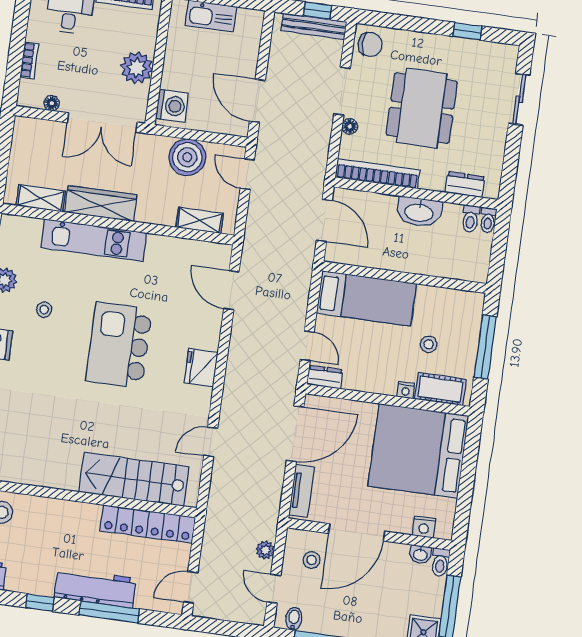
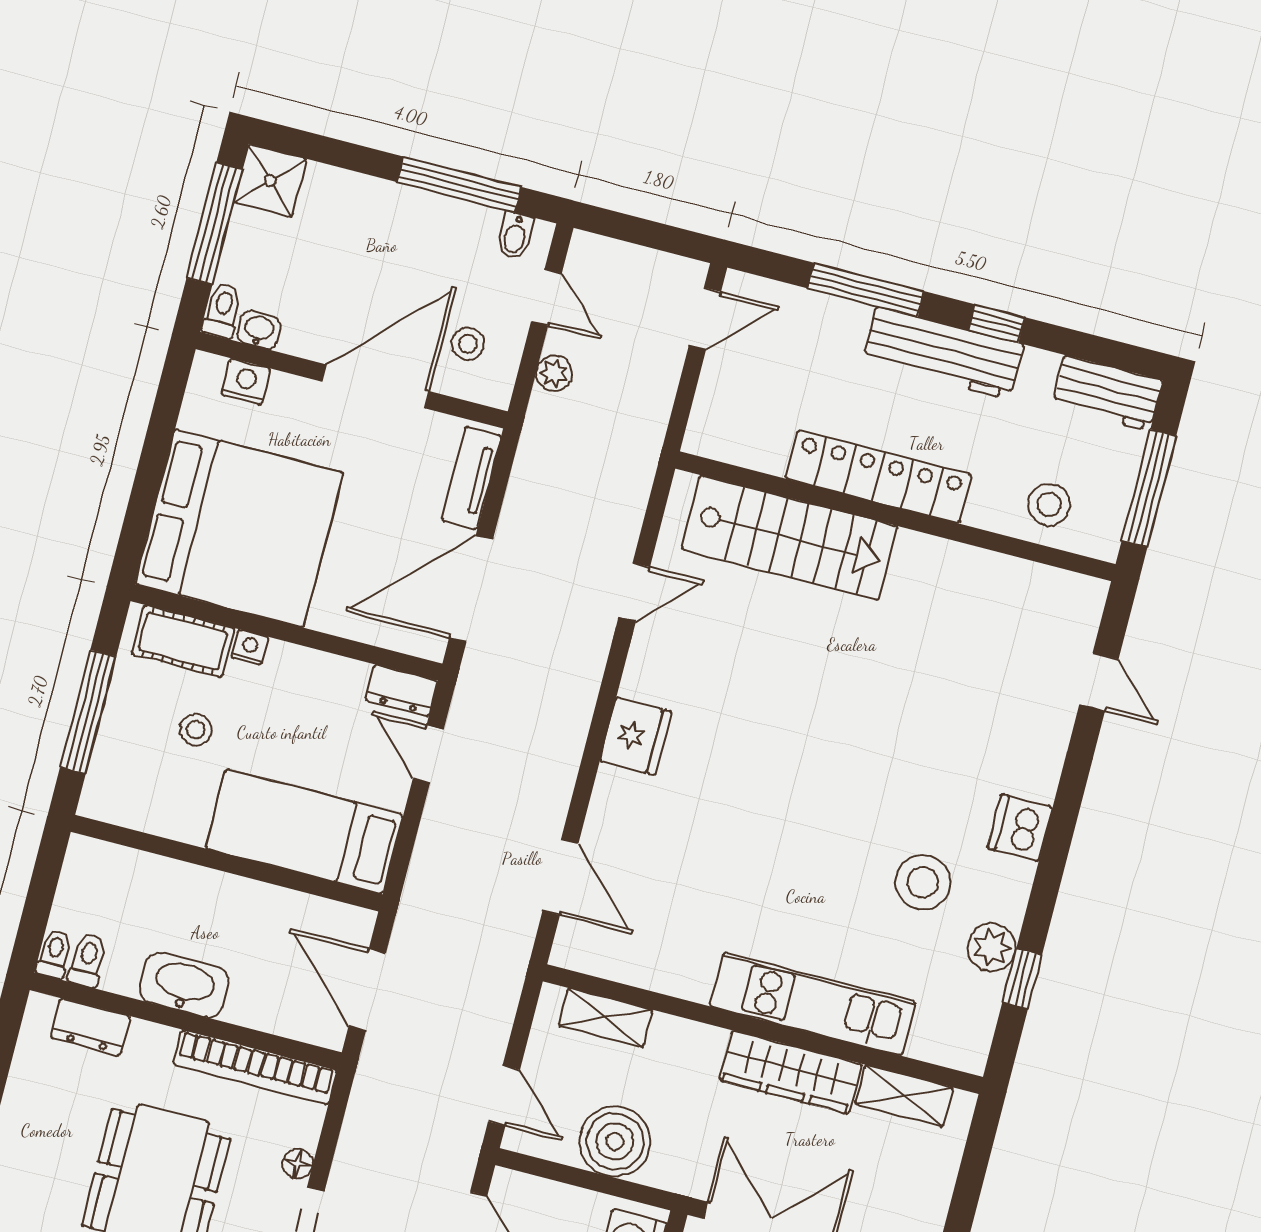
stool: (44, 310) -> (923, 882), width x1.89, depth x1.89
kitchen island: (119, 345) -> (788, 798), removed
locker: (148, 524) -> (879, 477), moved
workbench: (95, 588) -> (943, 353), moved

